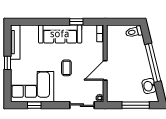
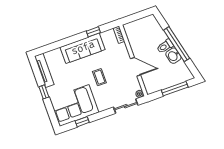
toilet: (134, 32) -> (165, 46), moved
door: (105, 70) -> (136, 67), swing flipped
washbasin: (149, 86) -> (173, 56), moved

